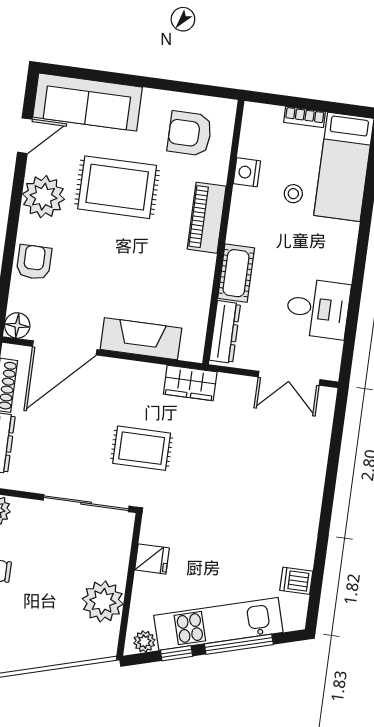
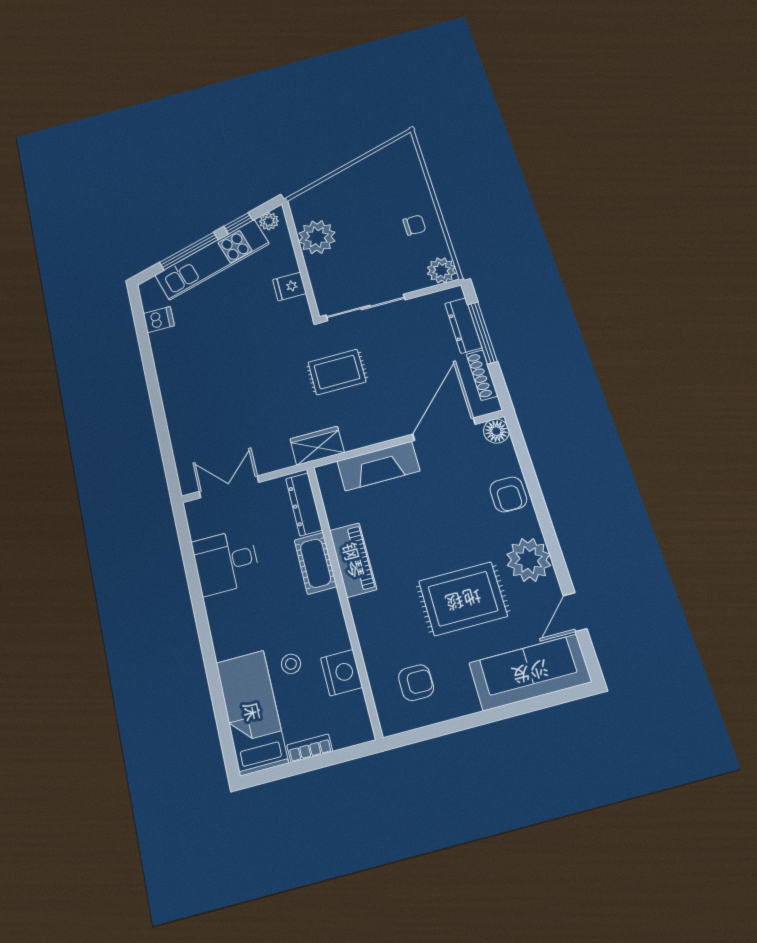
armchair: (190, 133) -> (416, 683), width x0.72, depth x0.72
nightstand: (247, 172) -> (342, 673), width x1.36, depth x1.33
piano: (207, 218) -> (353, 560), moved

